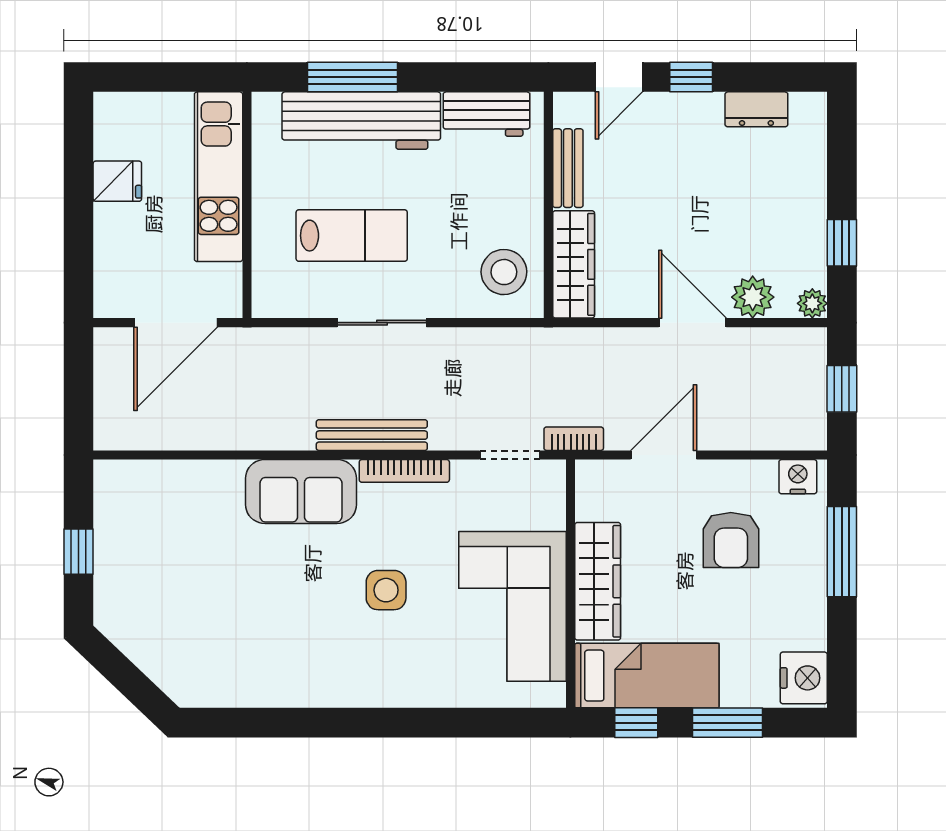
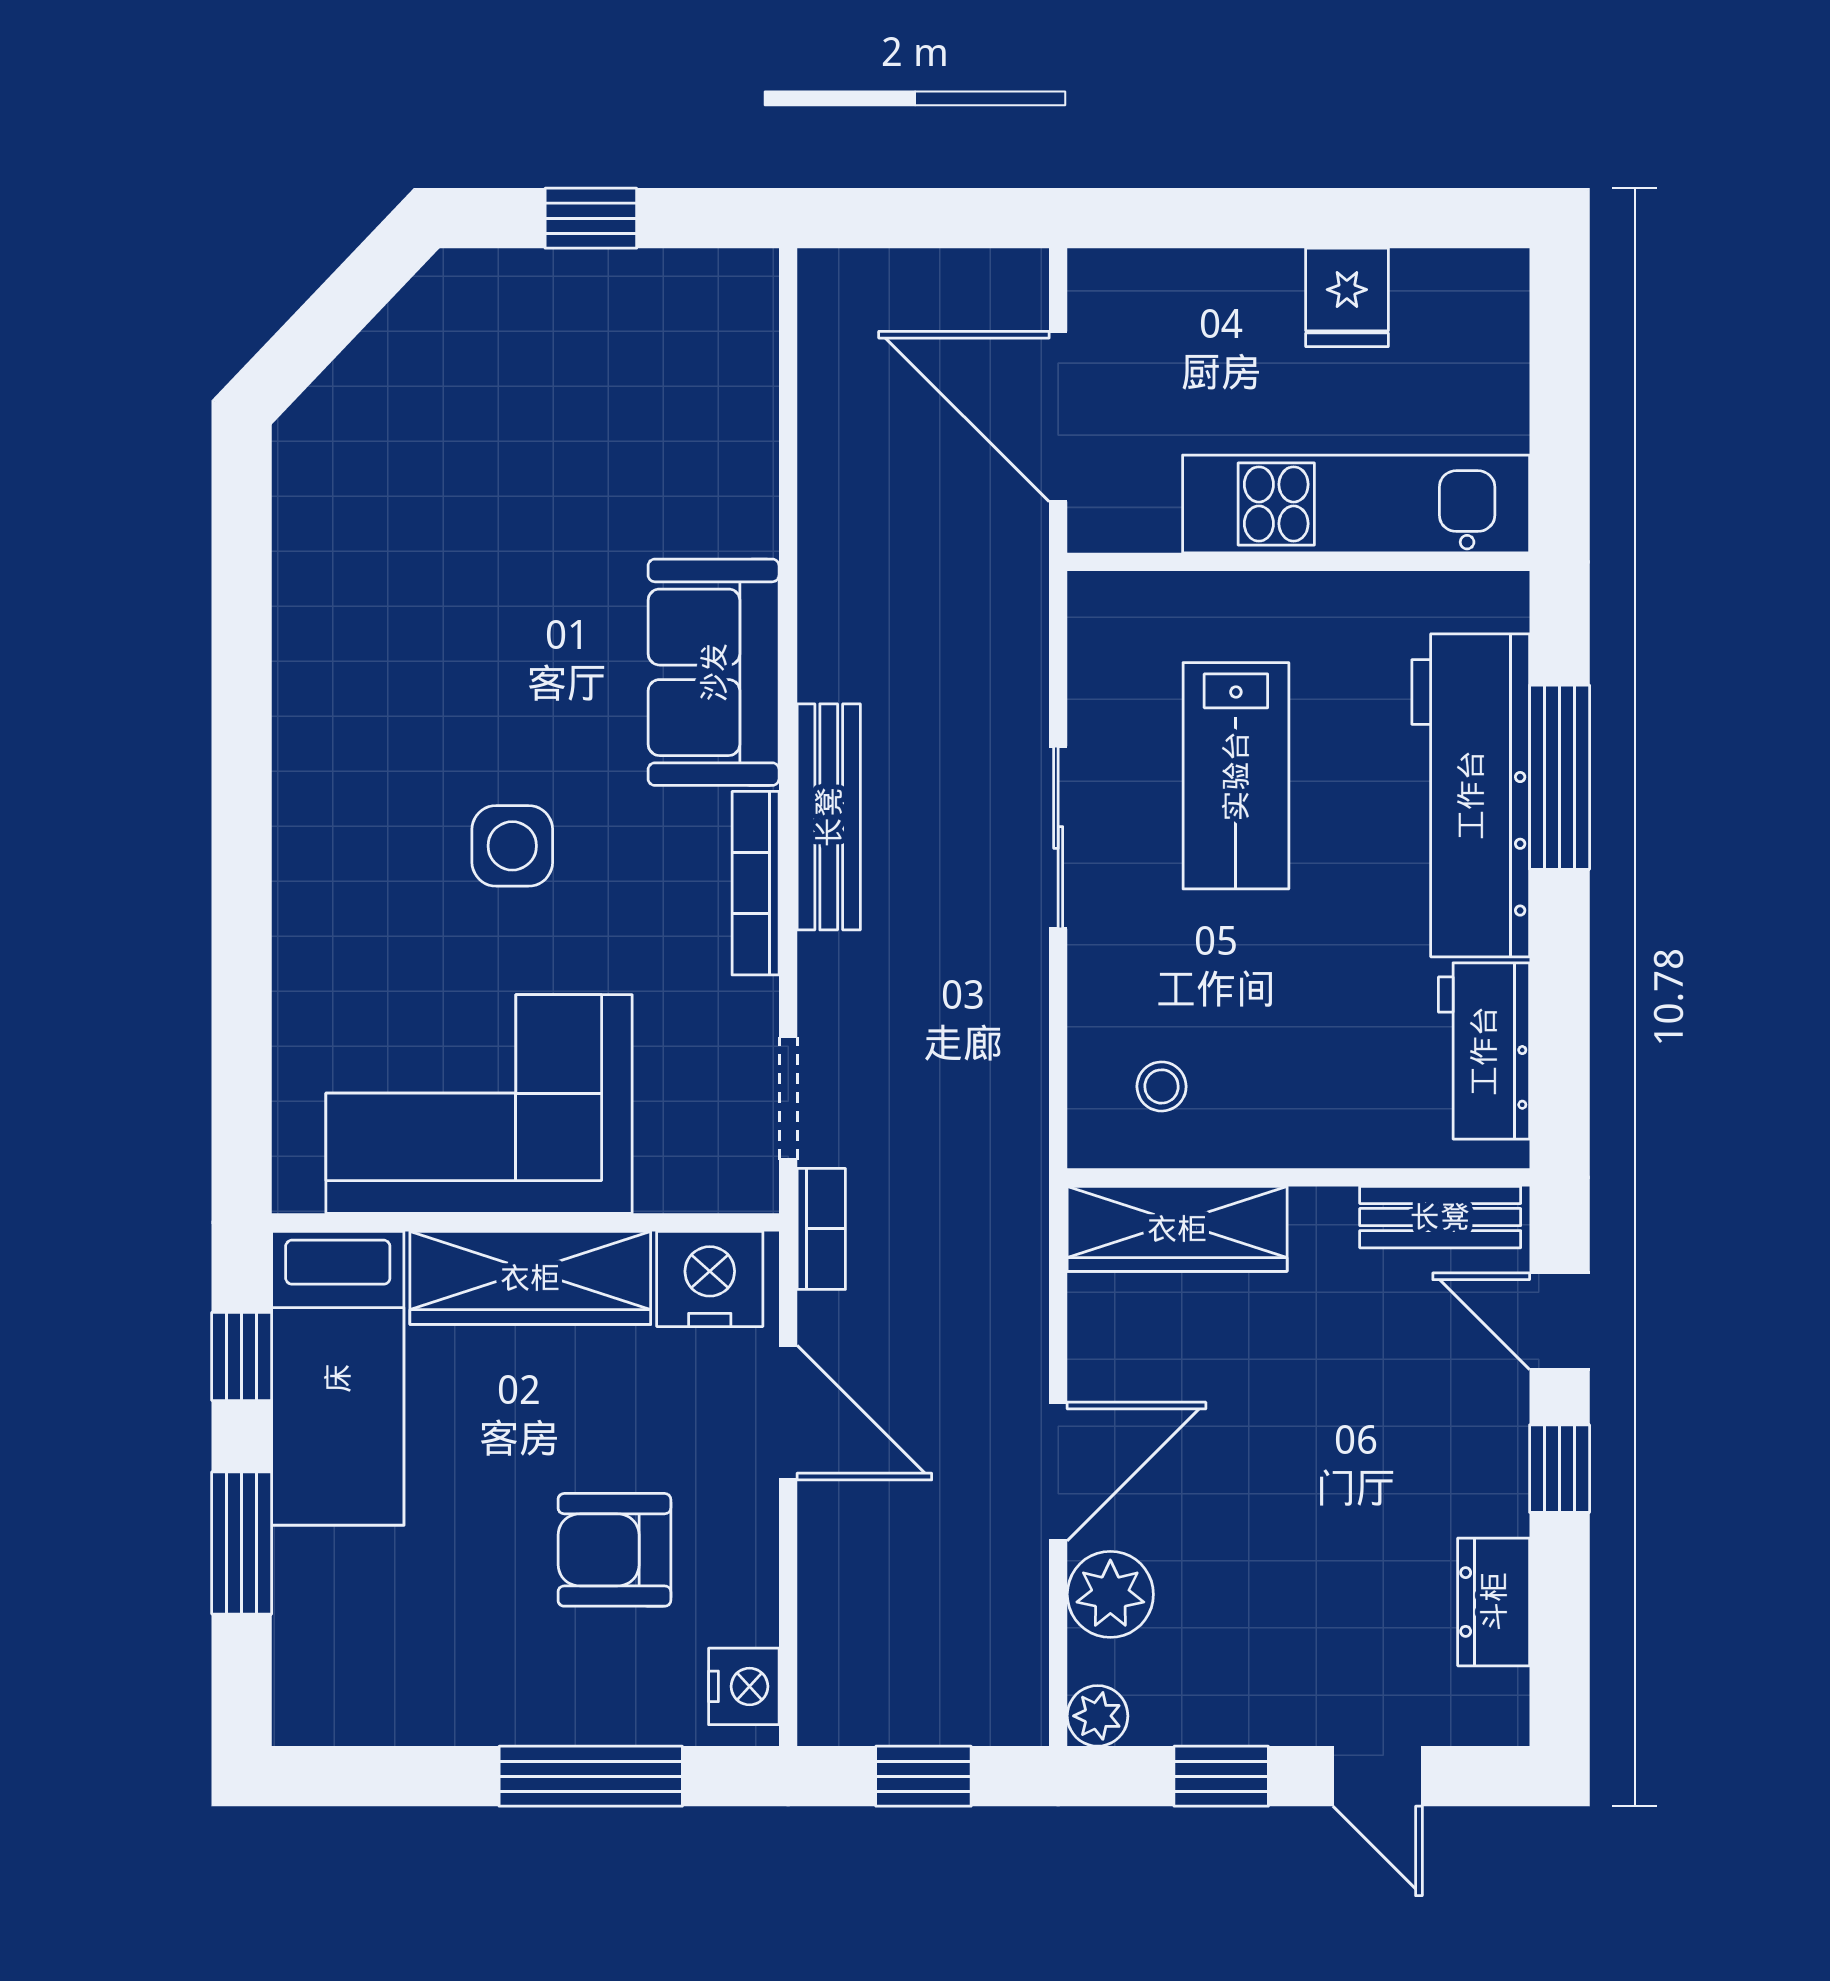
door: (842, 166) -> (1378, 1776), added
bench: (568, 168) -> (1440, 1217), moved
stool: (504, 272) -> (1162, 1086), width x0.53, depth x0.53
nightstand: (804, 678) -> (710, 1279), moved, turned 180

